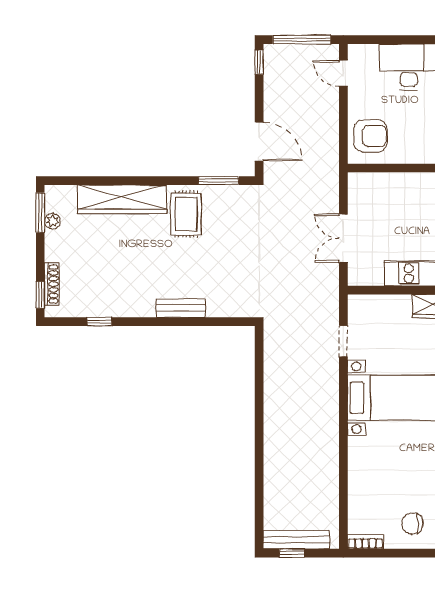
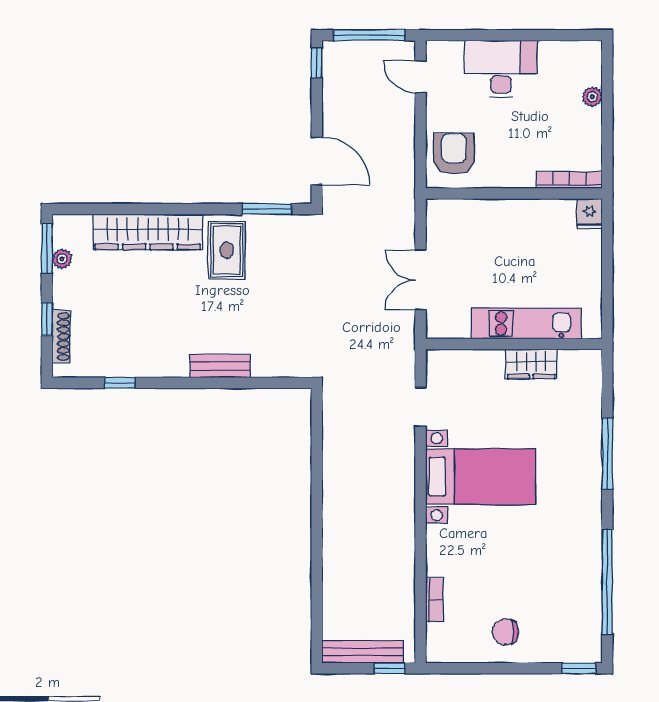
armchair: (370, 136) -> (454, 154), turned -90
window: (40, 295) -> (47, 319), moved
bookcase: (365, 542) -> (435, 600), moved, turned 90
window: (292, 553) -> (389, 668), moved

